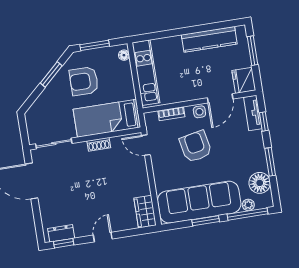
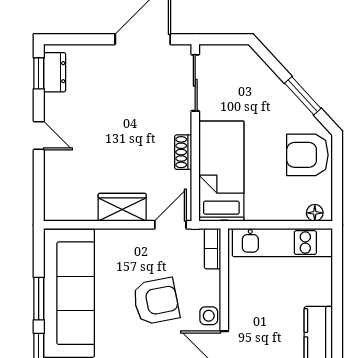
window: (95, 45) -> (337, 170), removed
armchair: (84, 81) -> (307, 155), moved, turned -90
bookcase: (171, 114) -> (213, 249), moved
wardrobe: (145, 212) -> (122, 207), moved

